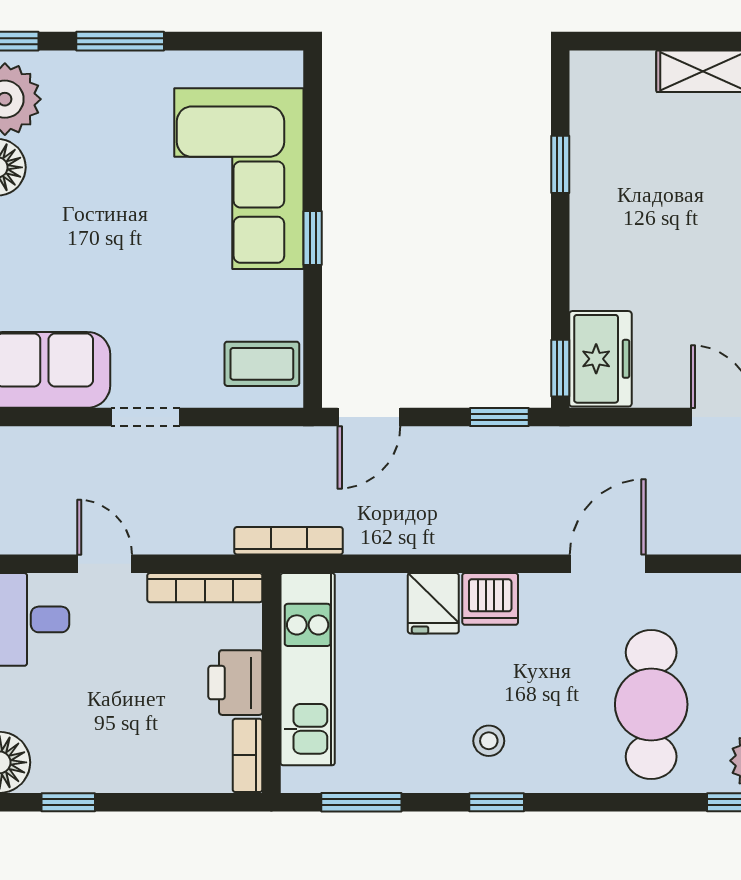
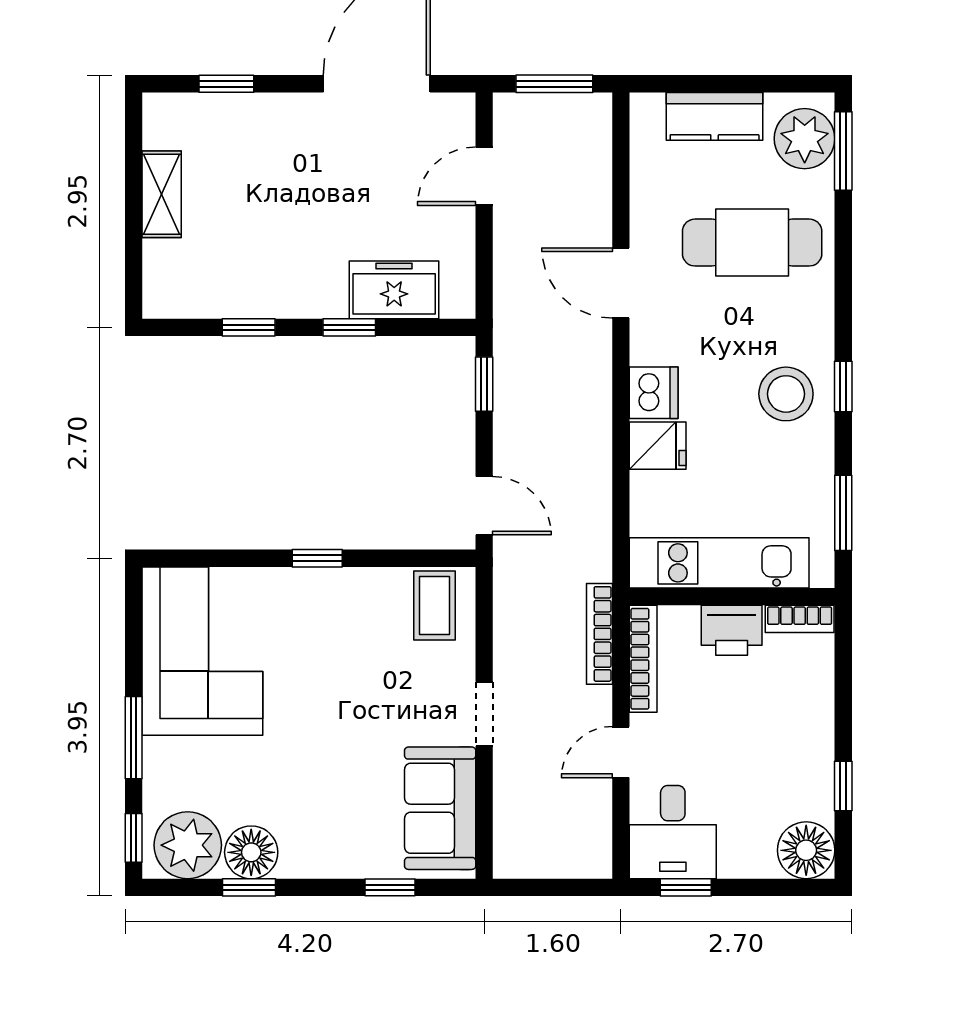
corner sofa: (239, 179) -> (202, 651), moved, turned -90
freezer: (600, 359) -> (394, 290), moved
window: (560, 368) -> (349, 327), moved
bookcase: (289, 541) -> (599, 634), moved
stool: (489, 741) -> (786, 394), width x1.89, depth x1.89

